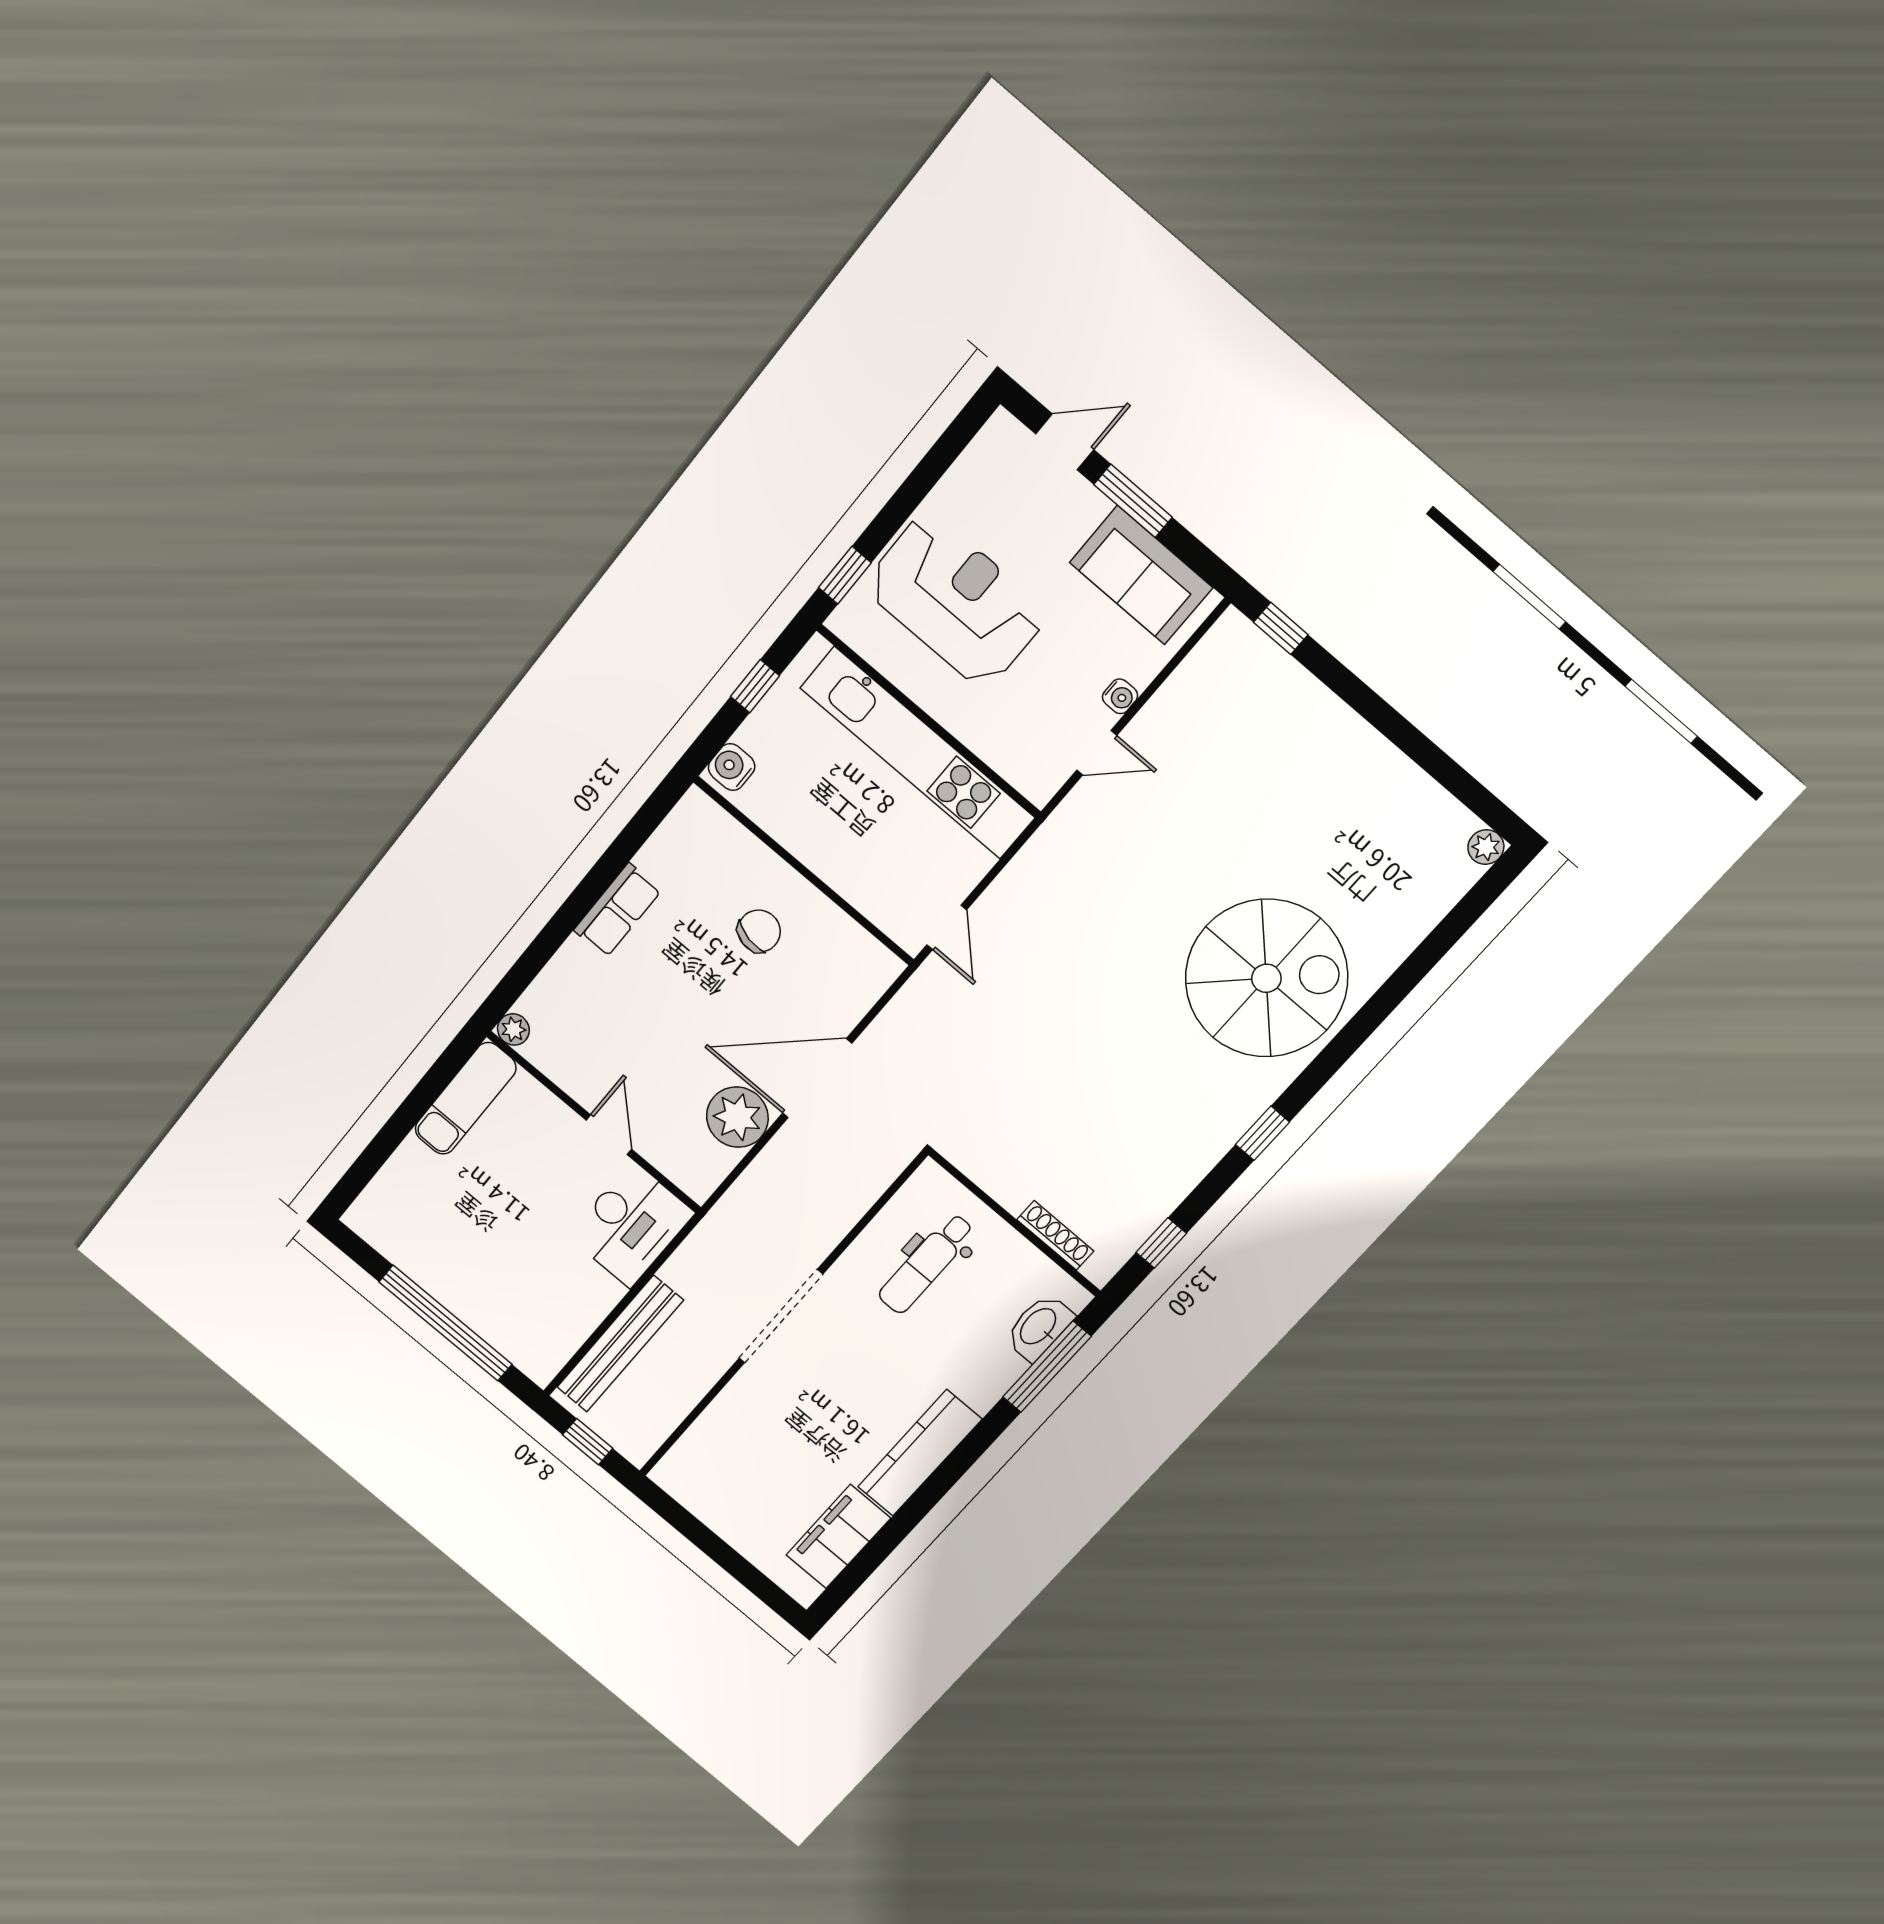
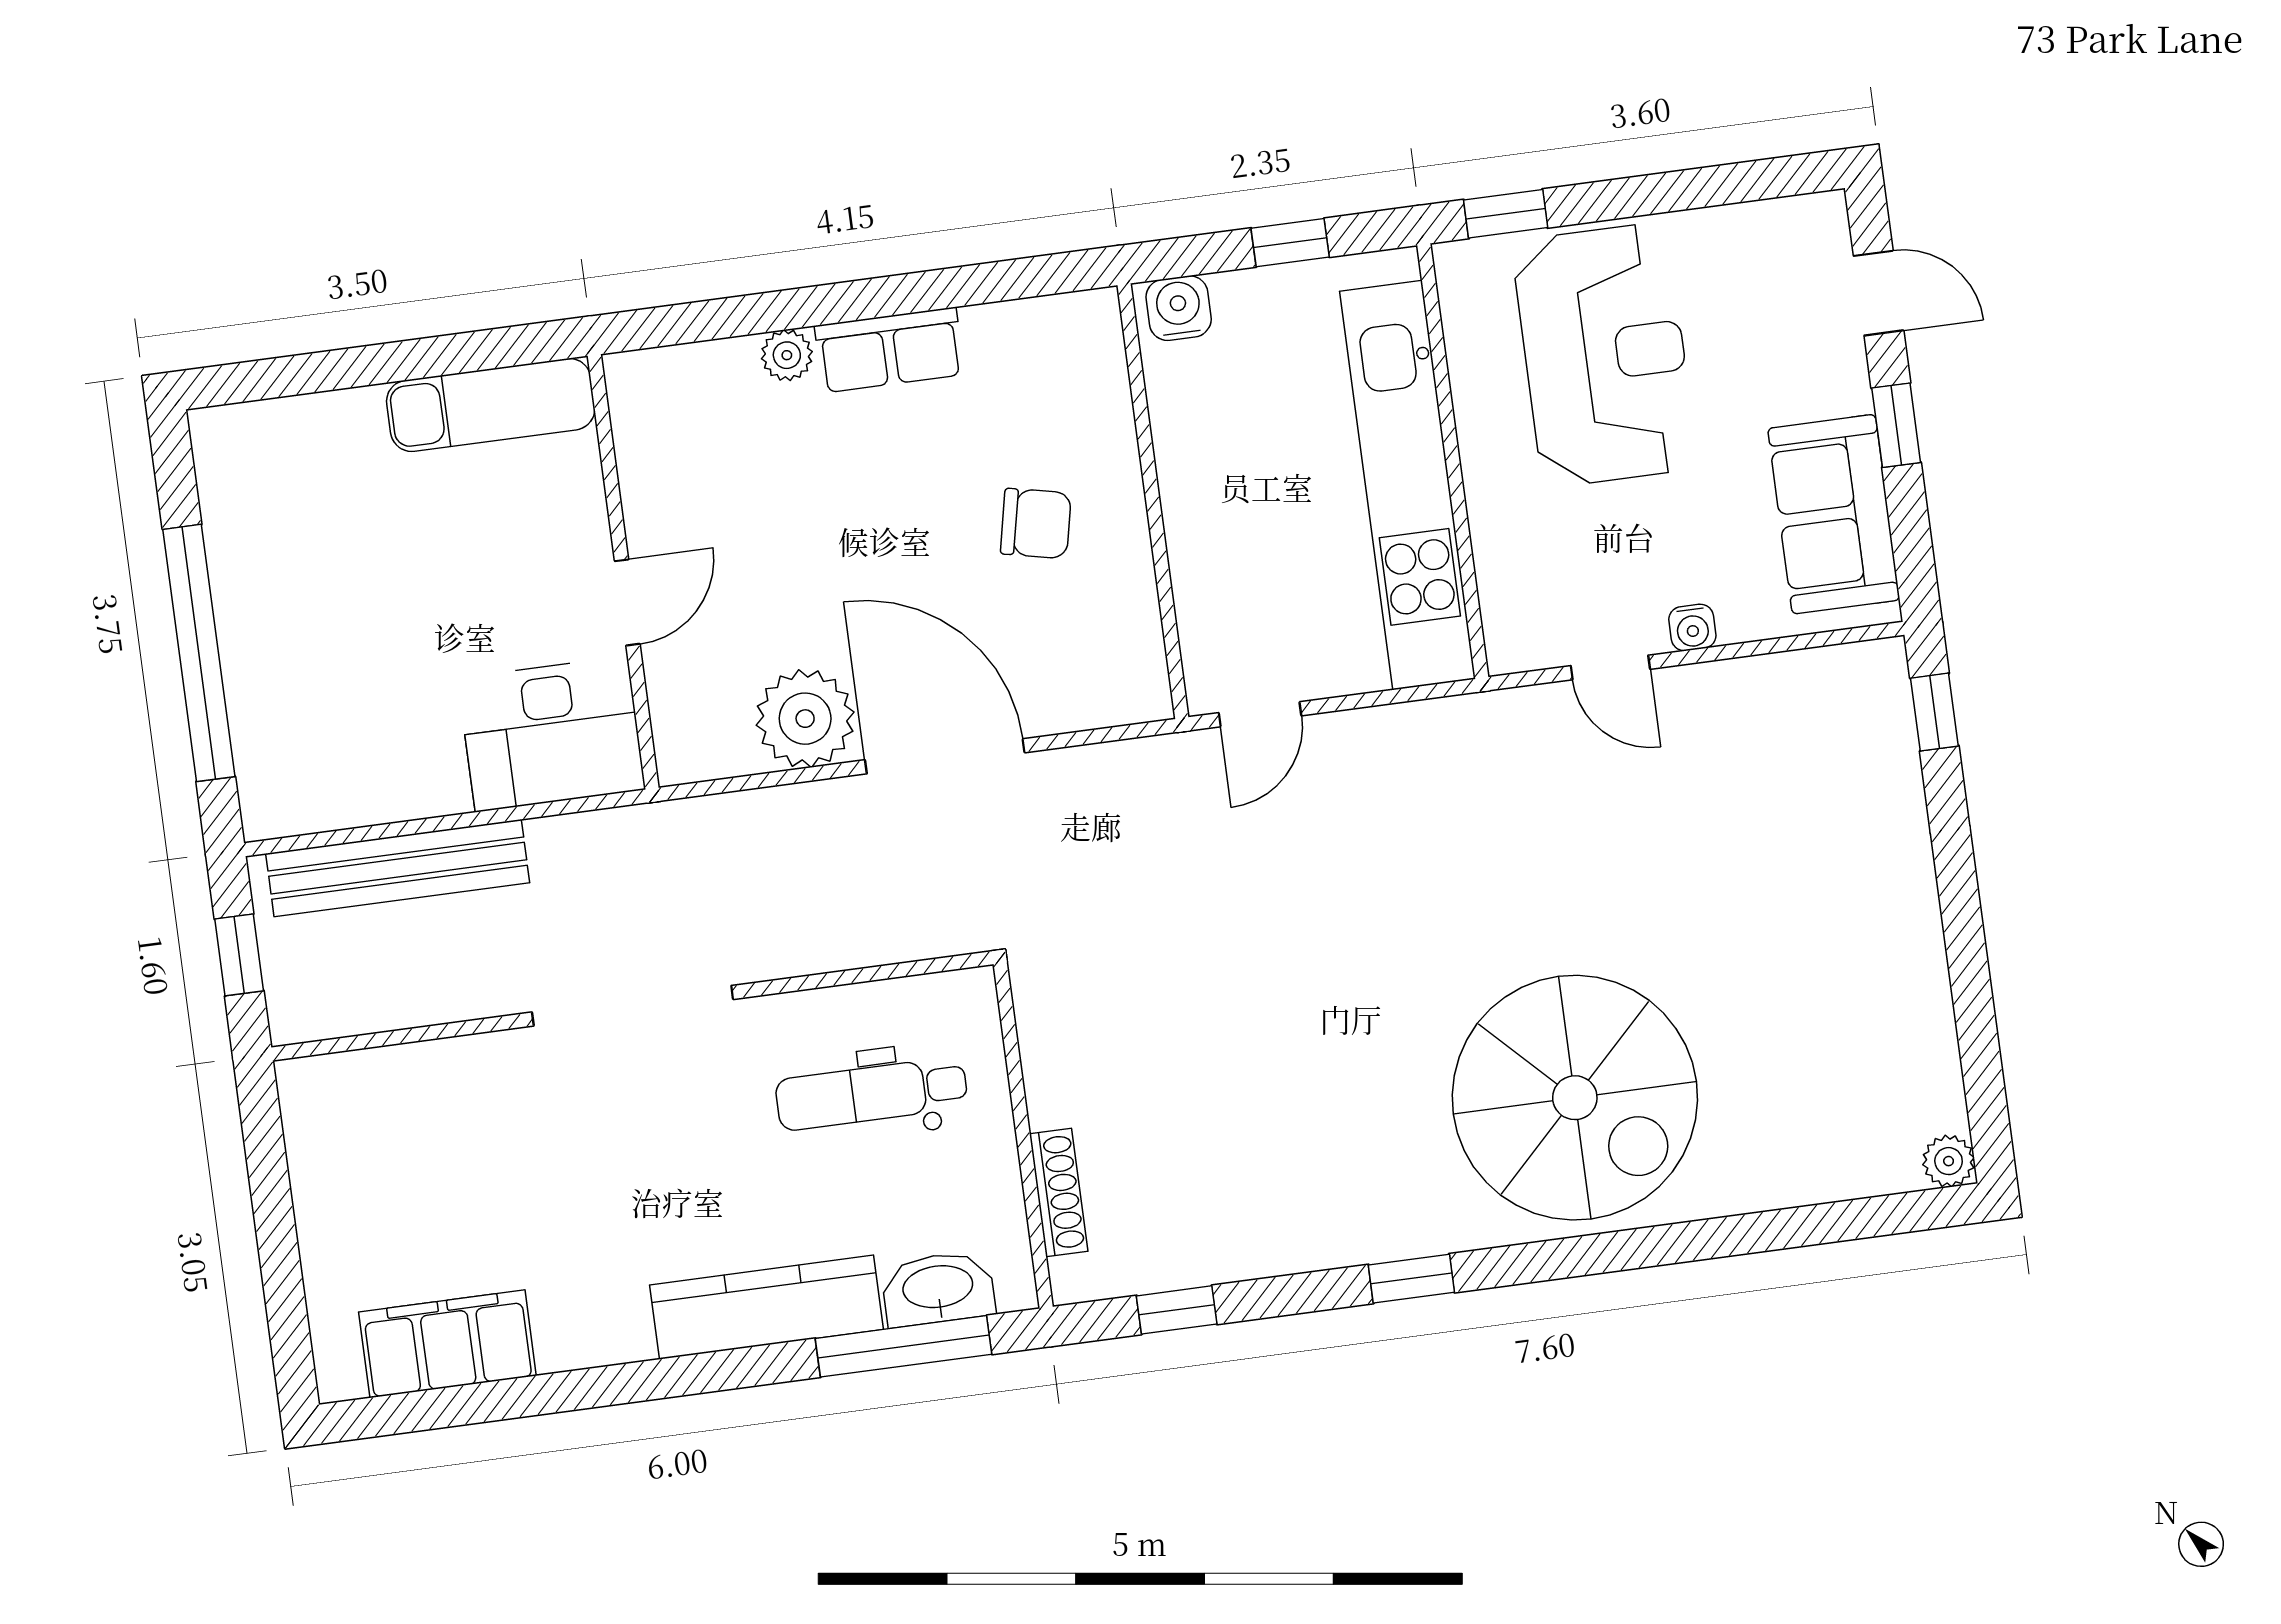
window: (1133, 501) -> (1896, 425), width x0.67
plant: (513, 1029) -> (787, 355), moved
kitchen counter: (920, 1453) -> (766, 1307), moved

